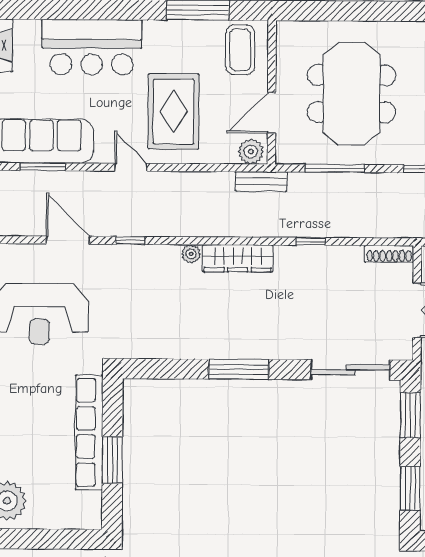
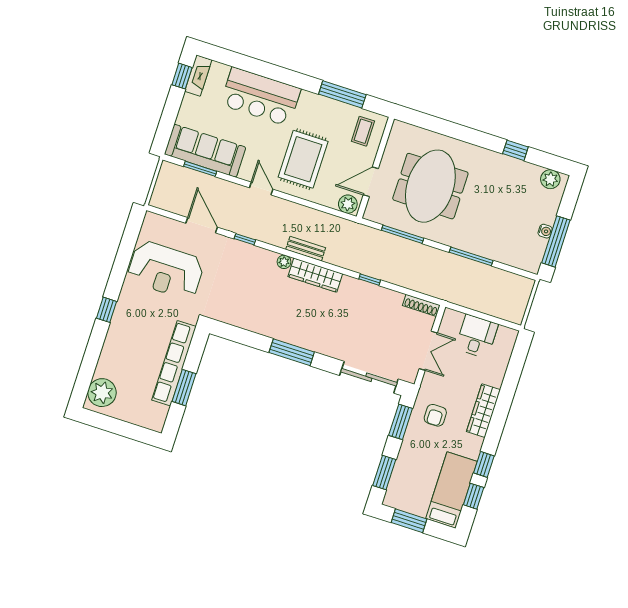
coffee table: (240, 50) -> (363, 131), width x0.73, depth x0.77
bench: (261, 181) -> (306, 249), moved

